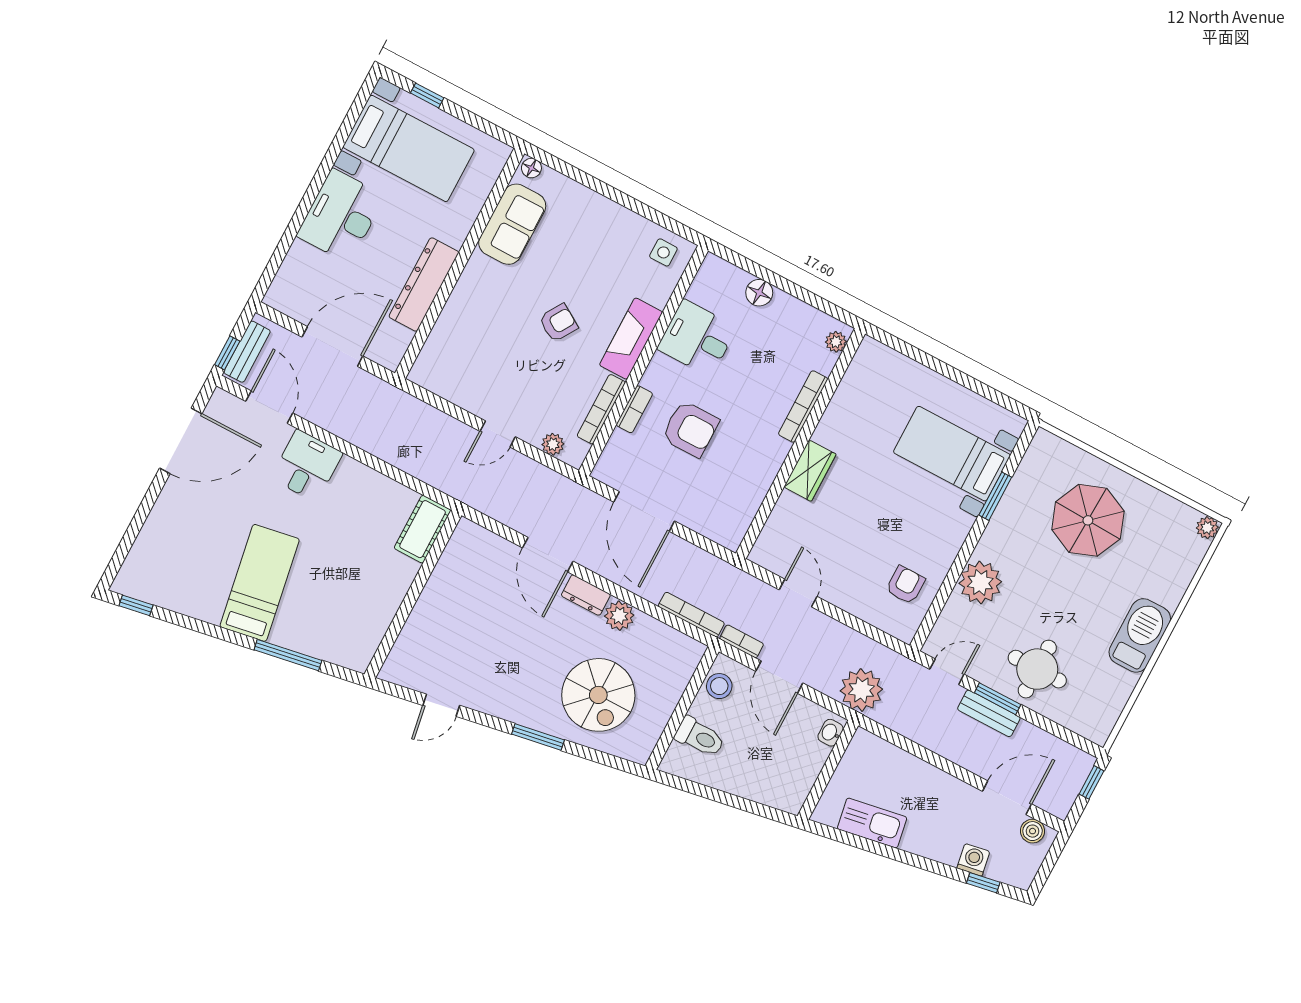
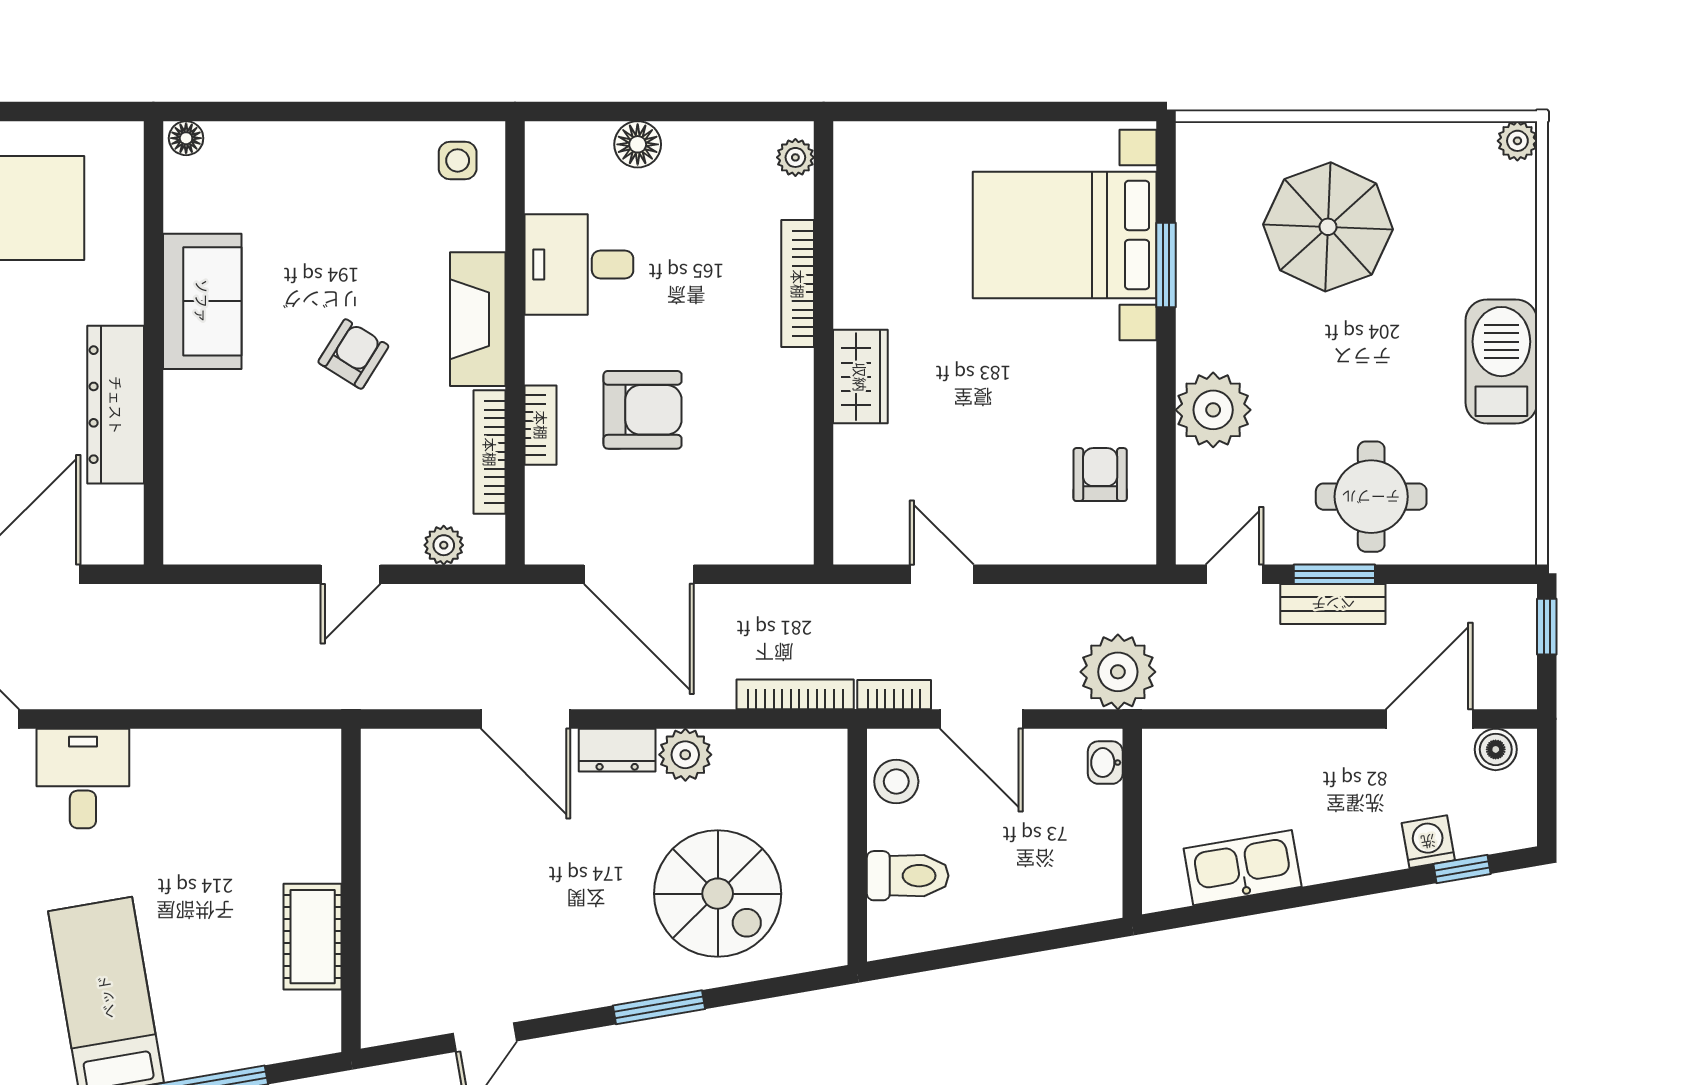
sofa: (512, 224) -> (202, 301), moved
bed with nightstands: (952, 454) -> (1065, 235), width x1.36
cot: (423, 529) -> (313, 937), moved

